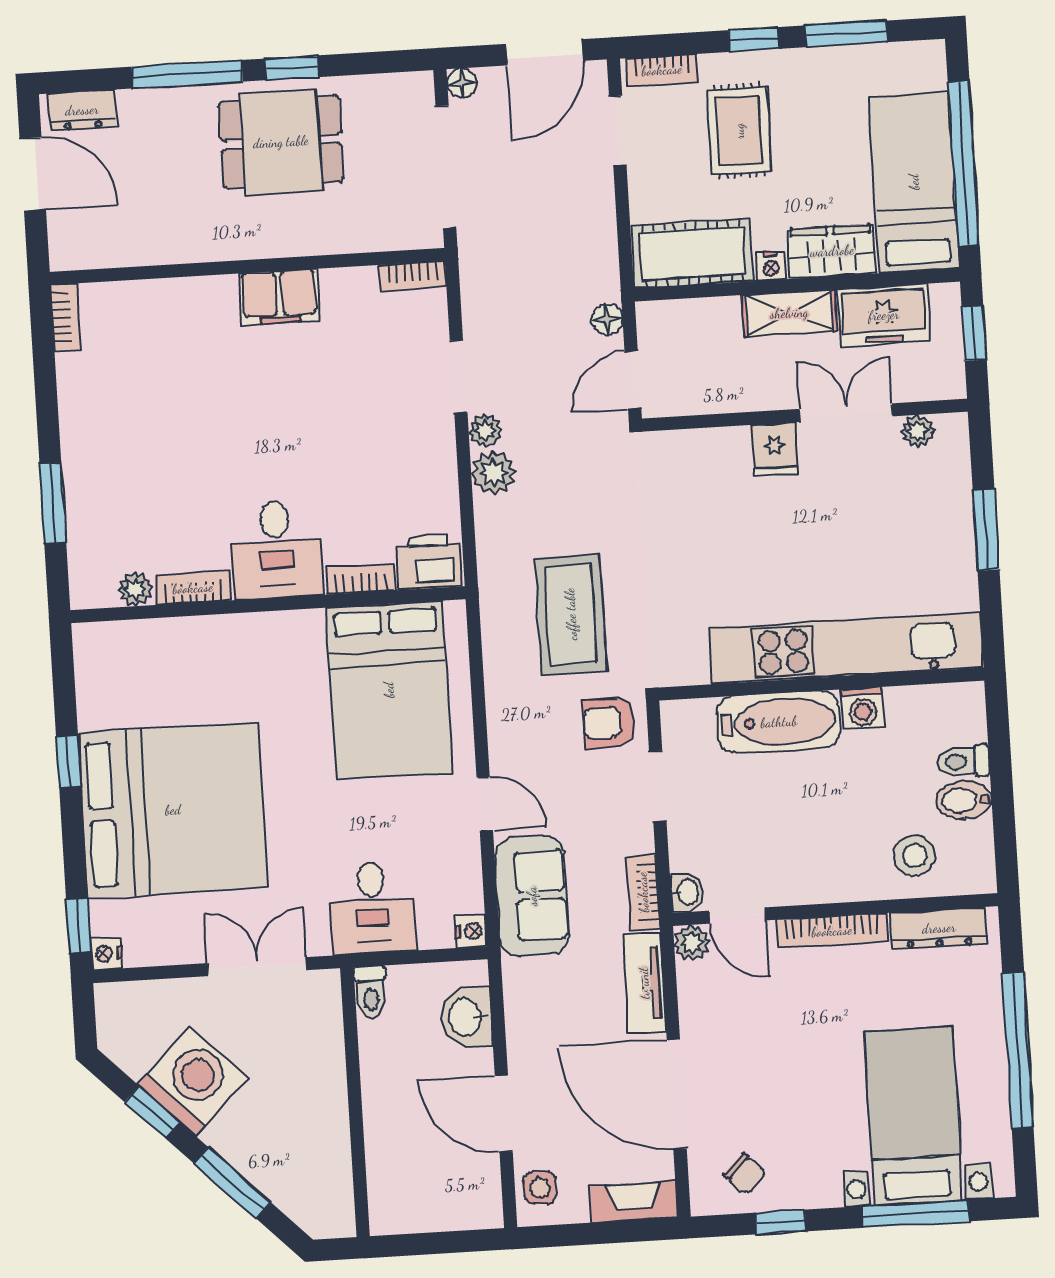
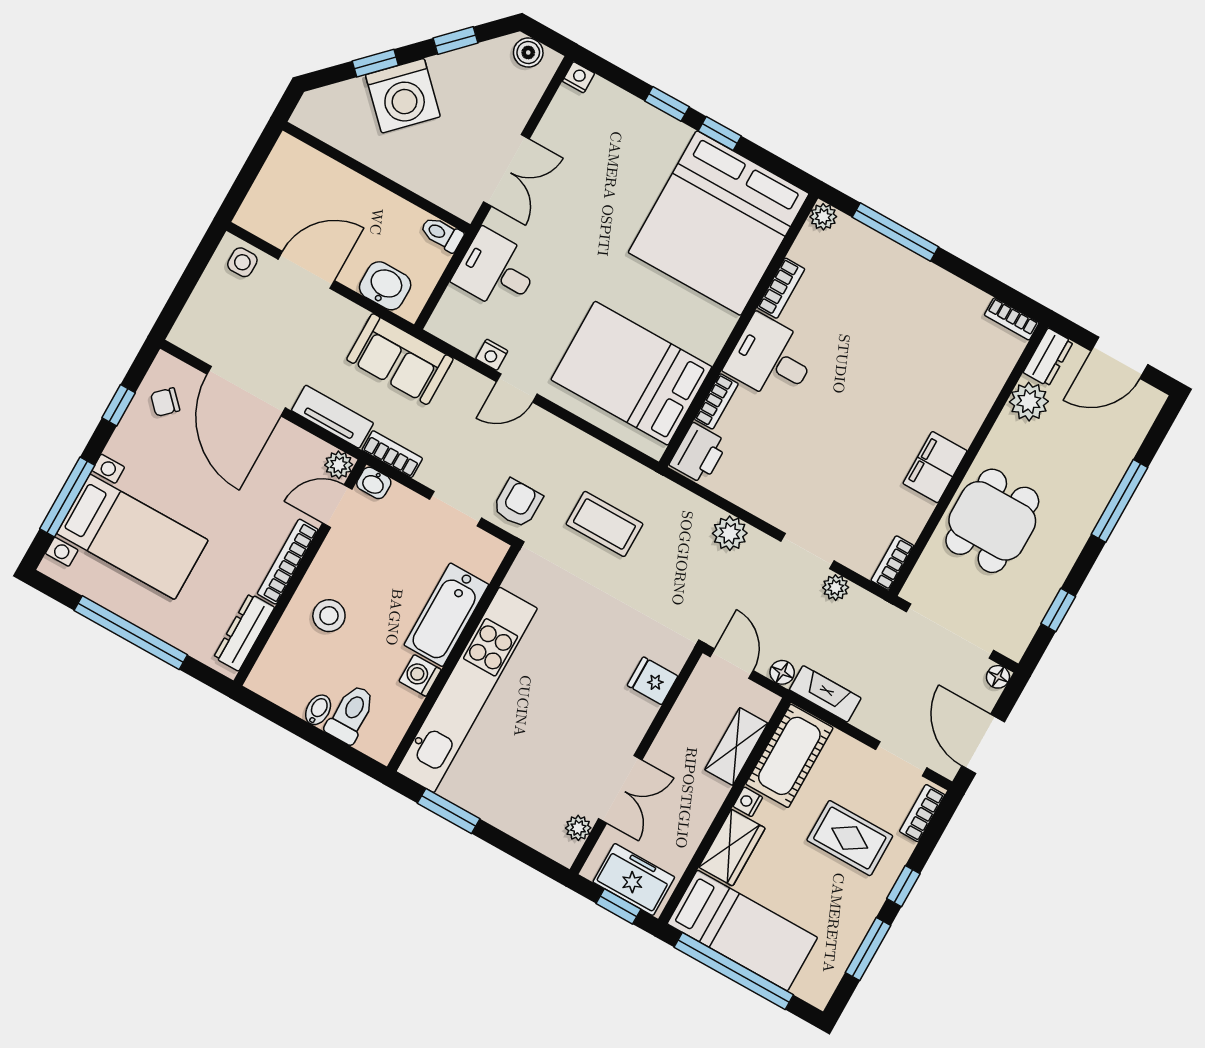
window: (292, 68) -> (1058, 610), moved
dresser: (82, 110) -> (1048, 357), moved, turned 180
dining table: (281, 142) -> (992, 521), moved
plant: (143, 241) -> (1029, 402), added
shelving: (789, 313) -> (736, 746), moved
freezer: (884, 315) -> (634, 879), moved, turned 90
plant: (485, 430) -> (836, 588), moved
fridge: (775, 449) -> (653, 681), moved
window: (53, 503) -> (895, 232), width x1.44
window: (986, 530) -> (449, 811), moved
plant: (135, 589) -> (823, 217), moved
coffee table: (571, 614) -> (604, 524), width x0.73, depth x0.76
toilet: (963, 761) -> (351, 714), width x1.37, depth x1.39
bidet: (964, 800) -> (318, 710), width x0.72, depth x0.74
bed: (173, 810) -> (719, 223), moved
stool: (915, 856) -> (329, 616), moved
sofa: (532, 896) -> (400, 359), moved
window: (79, 925) -> (667, 104), moved
nightstand: (471, 931) -> (492, 355), moved
boiler: (114, 1025) -> (528, 53), added
washing machine: (193, 1081) -> (403, 96), moved
door: (677, 1094) -> (246, 391), swing flipped
window: (232, 1183) -> (375, 63), width x0.67
fireplace: (634, 1202) -> (825, 694), moved, turned -90

